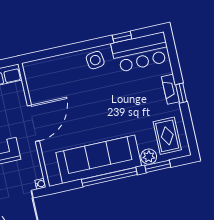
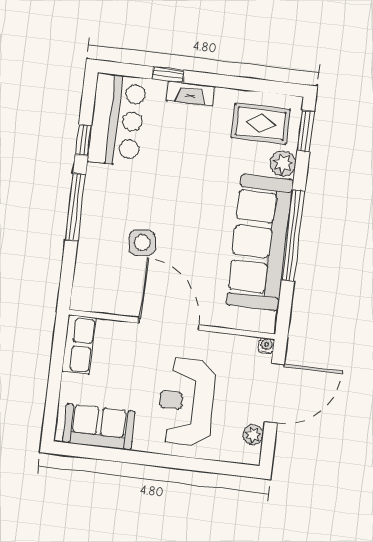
window: (82, 46) -> (75, 207), added
side table: (95, 60) -> (142, 243), moved
window: (181, 93) -> (168, 75), moved
window: (158, 166) -> (306, 131), moved

